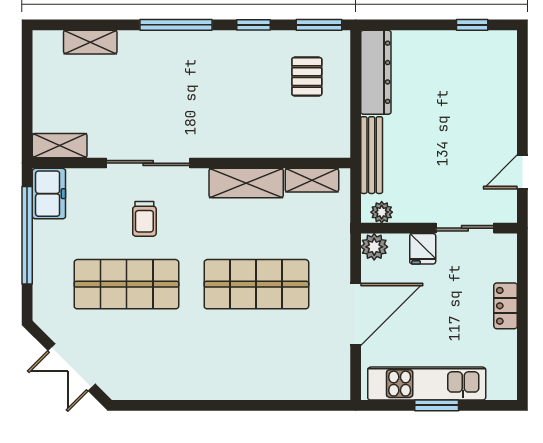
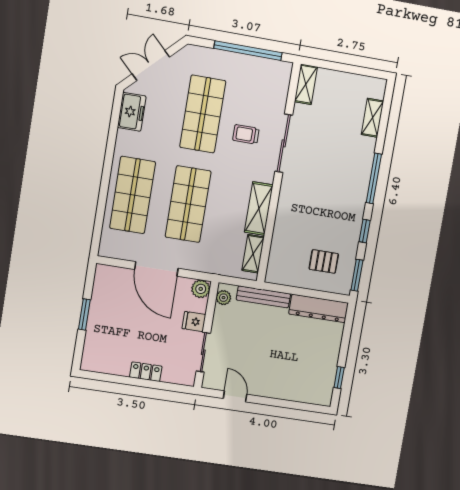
freezer: (49, 194) -> (132, 112), moved, turned -90
shop shelf: (256, 364) -> (133, 195), added
kitchen unit: (427, 384) -> (101, 310), removed

